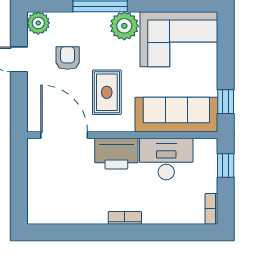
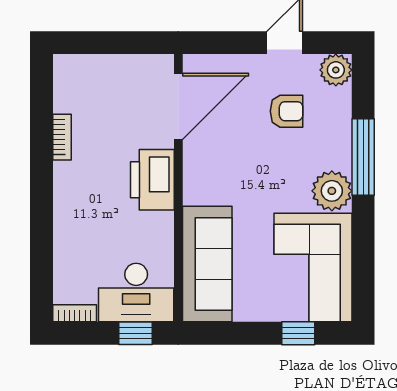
rug: (107, 92) -> (238, 166), removed
window: (226, 102) -> (298, 333), moved
desk: (166, 159) -> (136, 293), moved, turned 90
bookcase: (125, 218) -> (62, 137), moved

